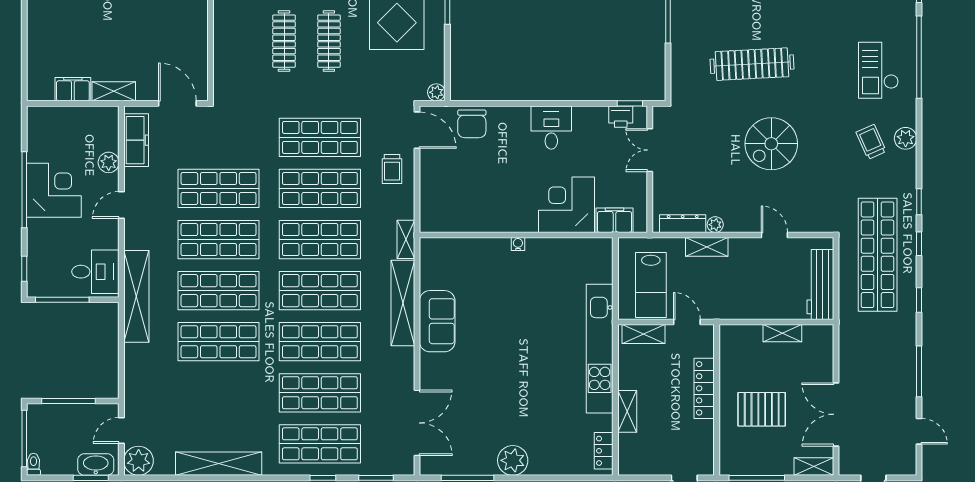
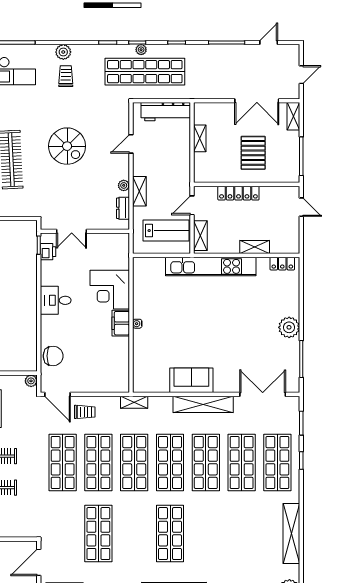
door: (417, 130) -> (58, 394), swing flipped
trolley: (871, 142) -> (66, 76), turned 114
filing cabinet: (614, 220) -> (121, 323), moved
dresser: (683, 224) -> (123, 208), width x0.70
shop shelf: (218, 240) -> (134, 534), removed
plant: (909, 249) -> (141, 50), added
shelving: (403, 303) -> (203, 404), moved
shop shelf: (218, 342) -> (206, 534), removed

